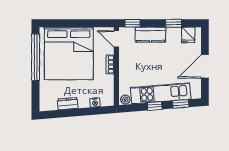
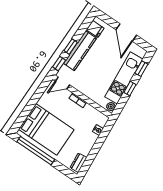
window: (174, 23) -> (71, 47), moved
kitchen counter: (150, 35) -> (80, 51), width x1.50
bed: (69, 53) -> (46, 129), width x0.73
dresser: (68, 104) -> (78, 163), moved

